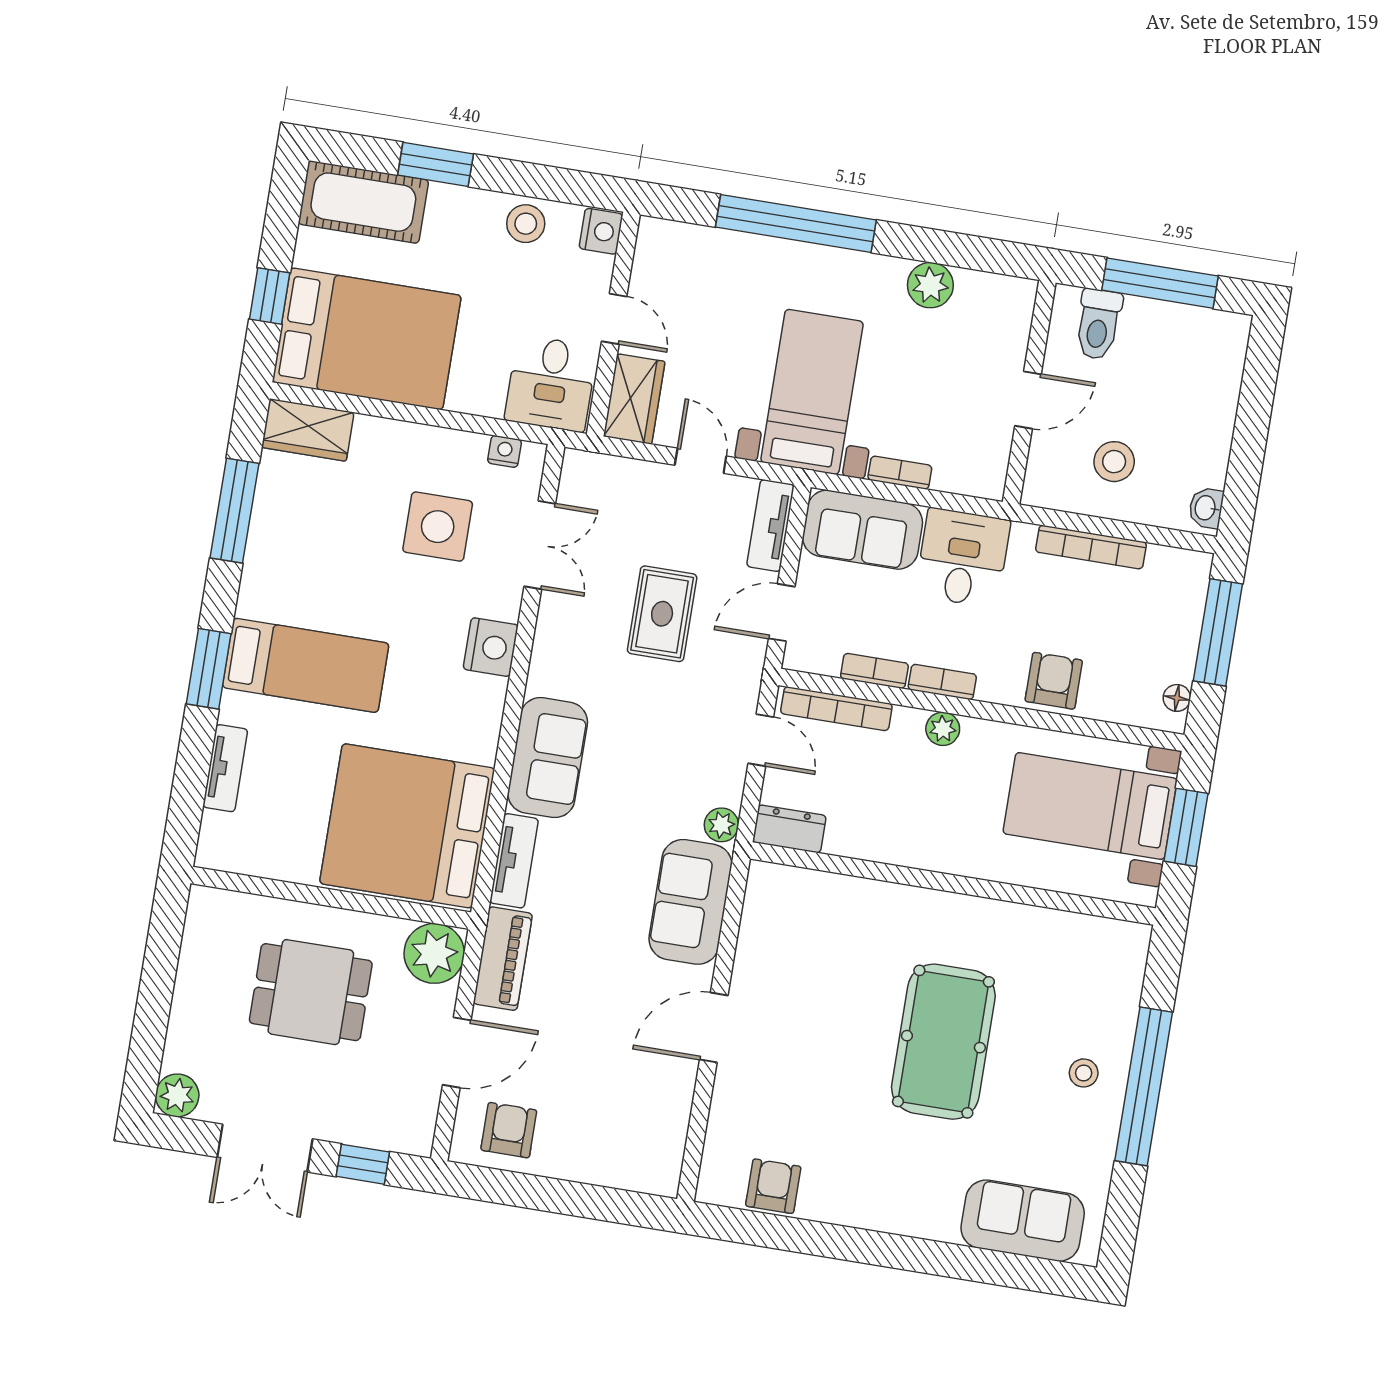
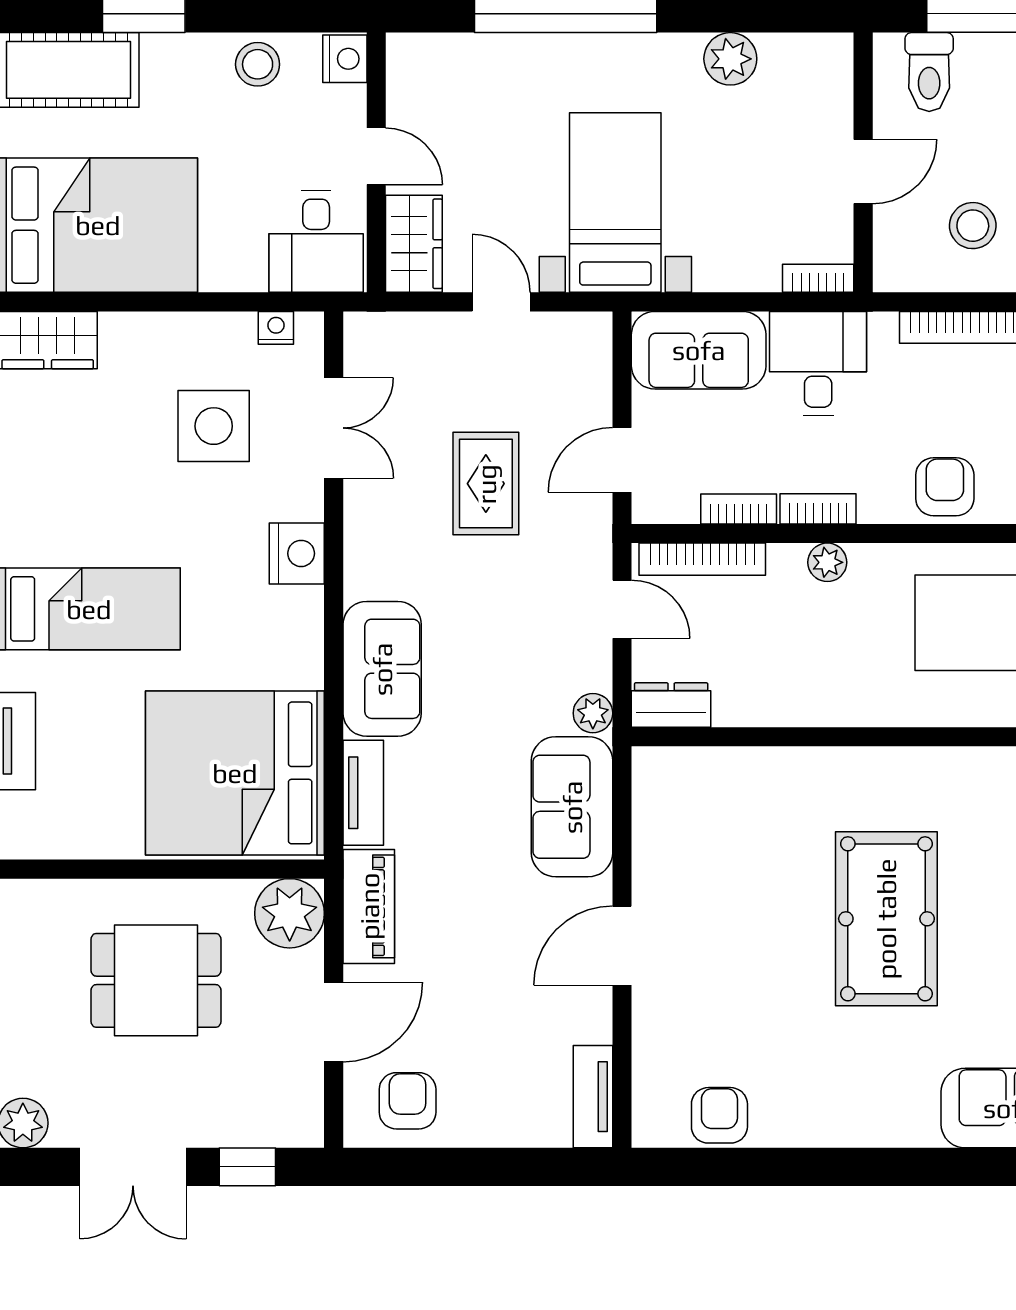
bookcase: (900, 473) -> (818, 278), moved
tv unit: (770, 526) -> (593, 1097), moved

